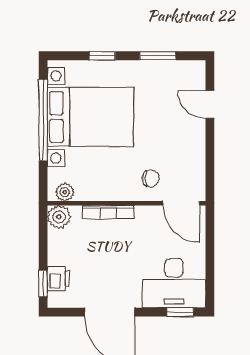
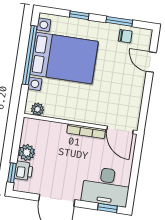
chair: (151, 178) -> (125, 36), moved
bookcase: (108, 212) -> (86, 131), moved
plant: (59, 217) -> (27, 152), moved

